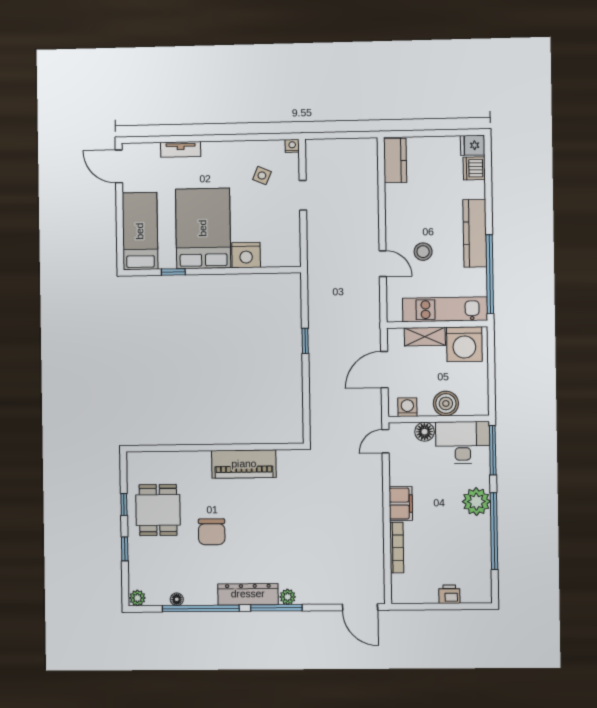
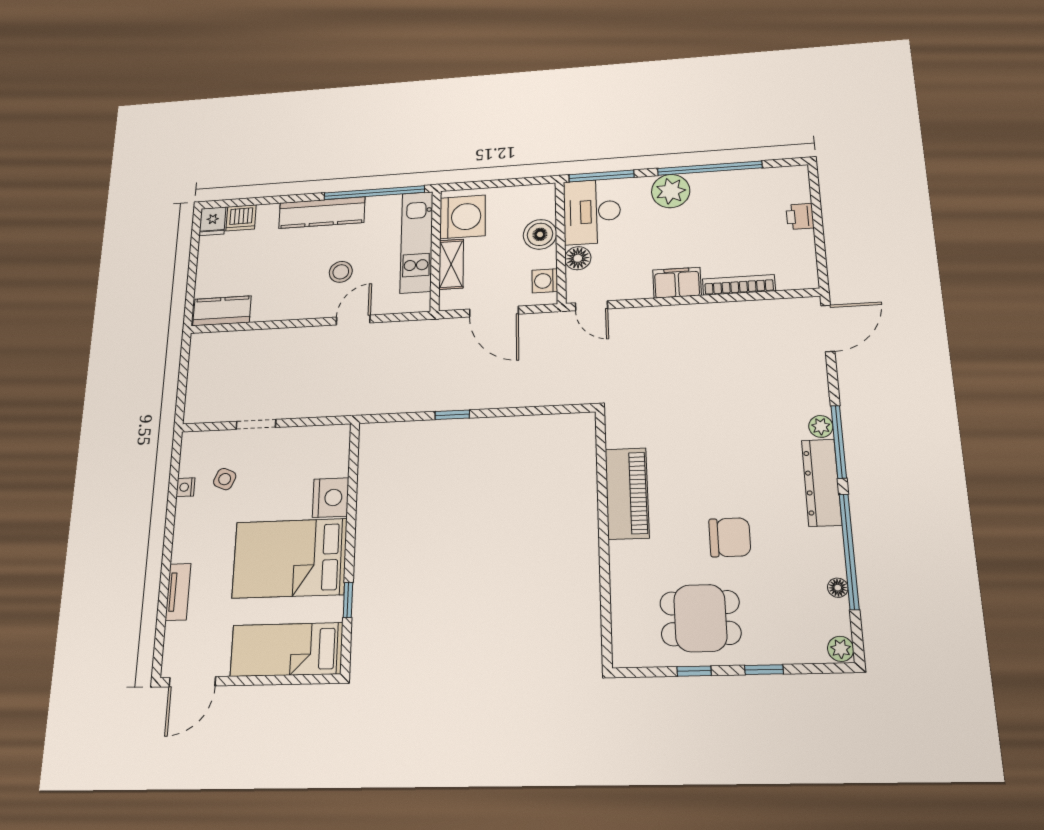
nightstand: (292, 146) -> (186, 487), moved

